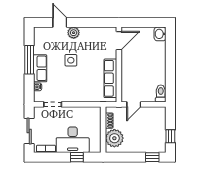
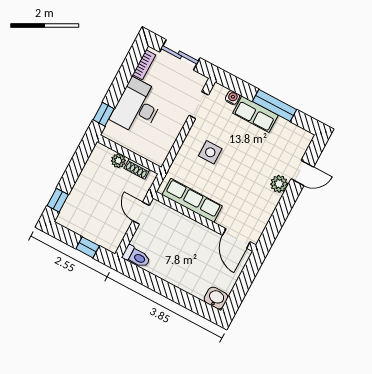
side table: (71, 60) -> (210, 152), moved
window: (170, 136) -> (88, 247), moved
plant: (114, 138) -> (118, 161), width x0.53, depth x0.53
window: (77, 157) -> (104, 114), moved

